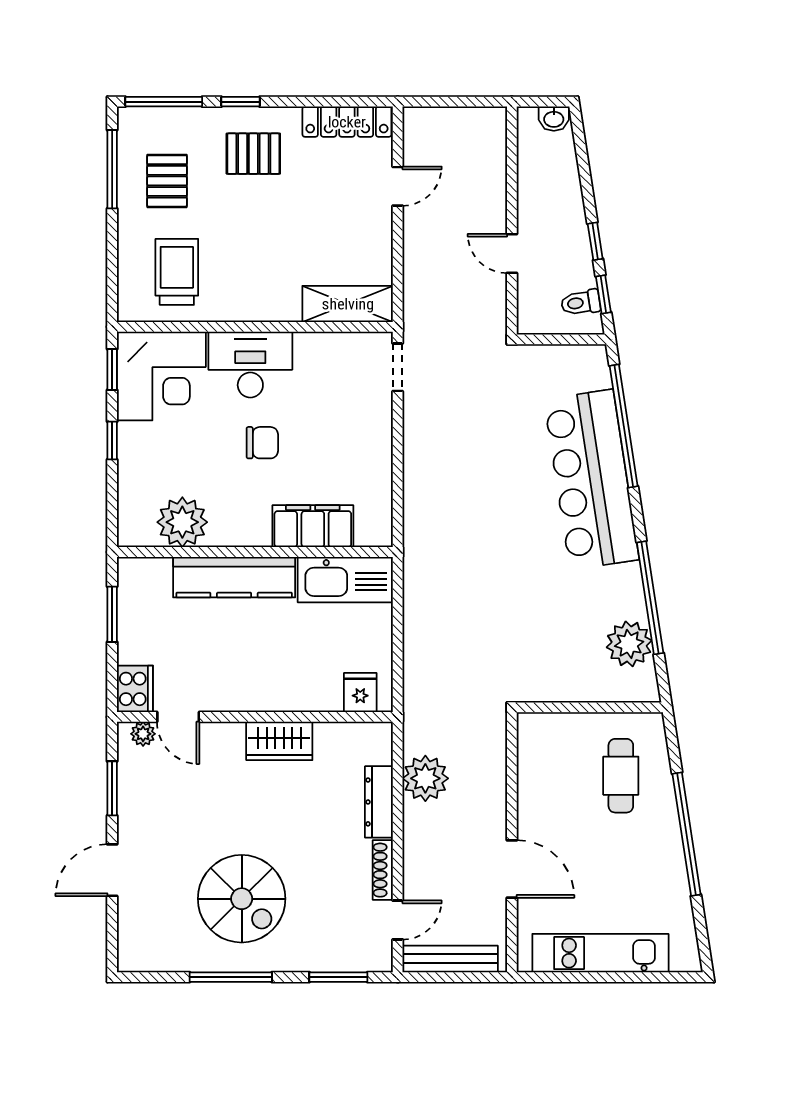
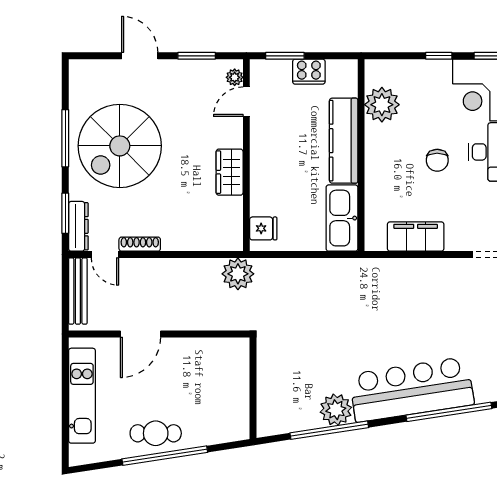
filing cabinet: (313, 526) -> (416, 237), moved, turned -90
window: (112, 614) -> (285, 56), moved
plant: (629, 644) -> (336, 410), moved
cooker: (135, 689) -> (309, 72), moved
cafe table: (621, 776) -> (156, 433), moved
plant: (425, 778) -> (238, 274), moved
dresser: (379, 802) -> (78, 226), moved, turned 90
spiral stairs: (242, 899) -> (120, 146), width x1.37, depth x1.37

